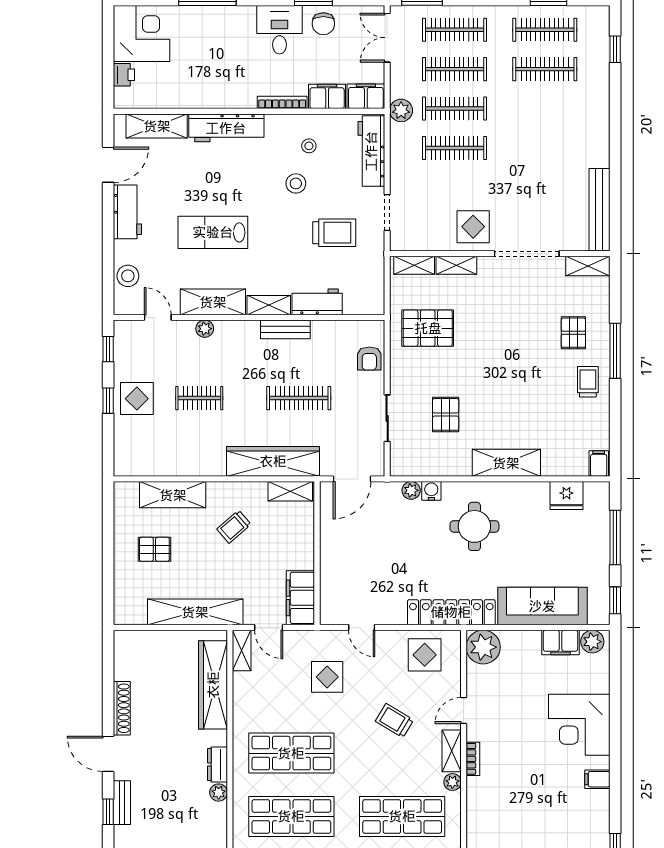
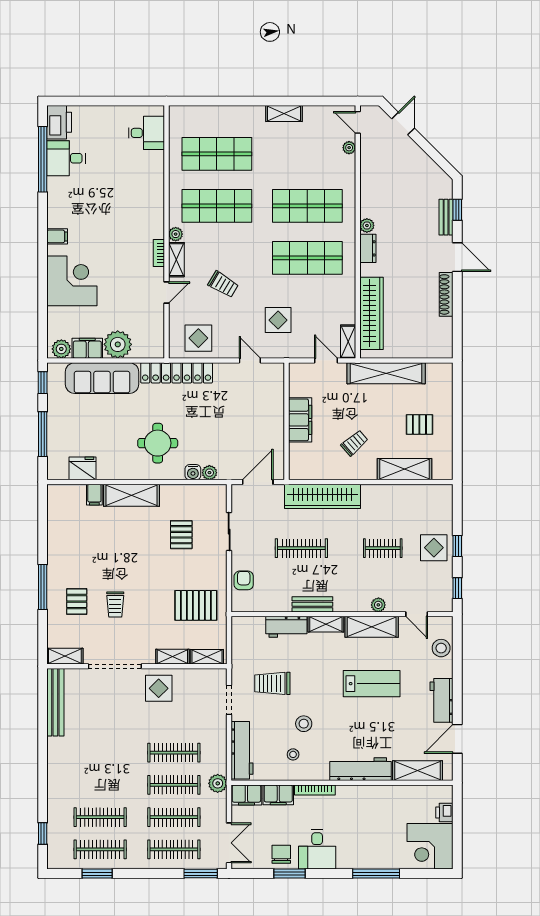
trolley: (588, 382) -> (115, 604), moved
filing cabinet: (599, 463) -> (94, 495), moved
shelving: (290, 491) -> (308, 472), removed
filing cabinet: (300, 598) -> (300, 420), moved
plant: (483, 647) -> (118, 344), moved

